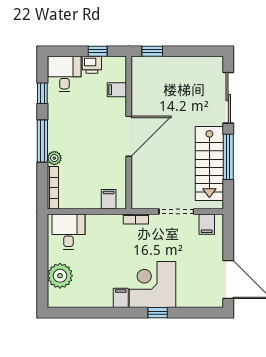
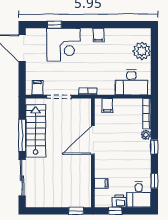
door: (129, 136) -> (93, 140), moved
window: (42, 141) -> (154, 147), width x0.46
desk: (68, 232) -> (131, 82), width x1.37
corner desk: (153, 285) -> (63, 45), moved
window: (158, 313) -> (54, 25), moved

